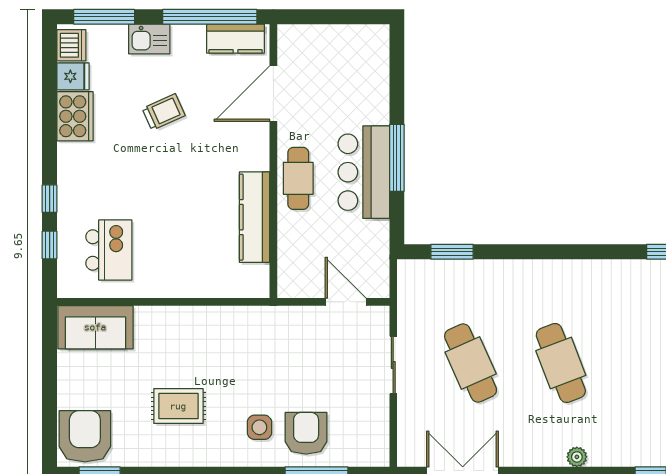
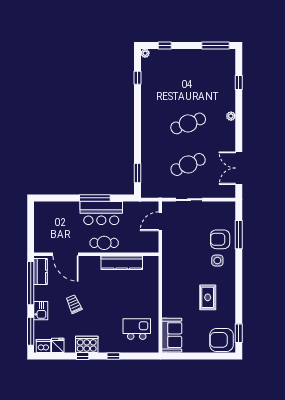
cooker: (75, 116) -> (87, 344), moved
window: (50, 245) -> (83, 356), moved

